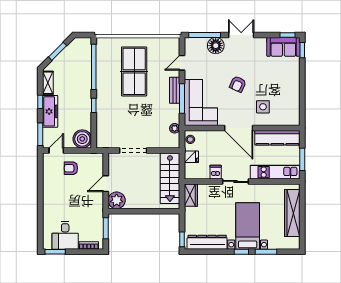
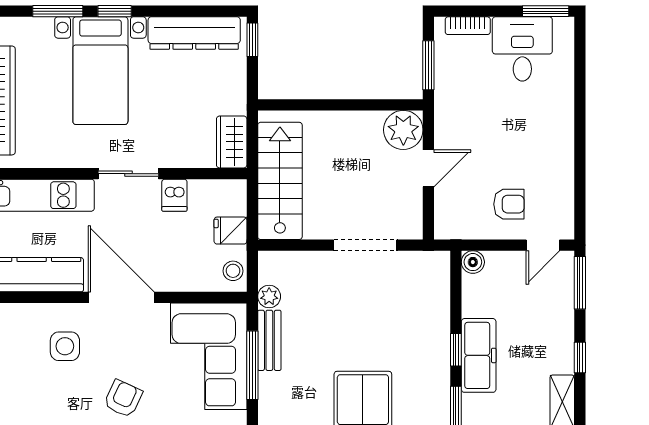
bench: (175, 90) -> (269, 340), moved
freezer: (50, 111) -> (479, 355), moved, turned 180
boiler: (82, 139) -> (473, 262), width x0.54, depth x0.54

